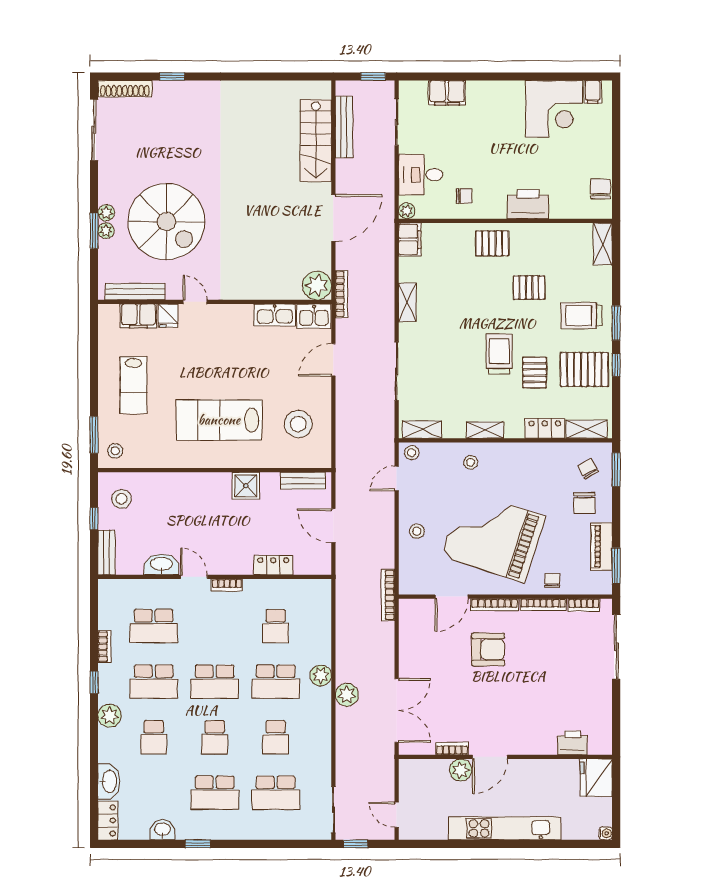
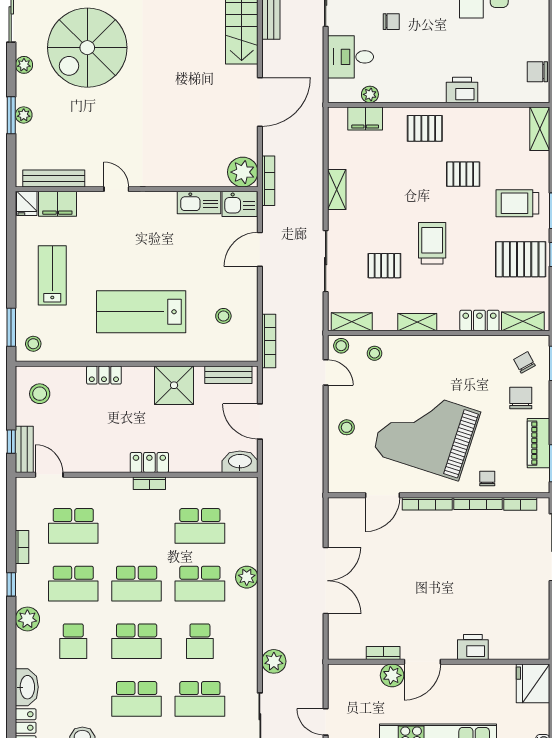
chair: (600, 189) -> (537, 72), turned -90
chair: (464, 196) -> (391, 22), moved
printer: (528, 204) -> (462, 90), width x0.73, depth x0.84
plant: (407, 211) -> (370, 94), moved
plant: (106, 213) -> (24, 65), moved
spiral stairs: (166, 222) -> (87, 48), moved, turned 90
filing cabinet: (410, 240) -> (365, 118), moved, turned 90
fridge: (168, 316) -> (27, 203), moved
pallet: (535, 373) -> (384, 266), moved, turned 90
lab bench: (134, 385) -> (52, 275), turned 180
stool: (298, 424) -> (223, 316), width x0.53, depth x0.53
stool: (471, 462) -> (374, 353), moved
door: (397, 478) -> (326, 372), swing flipped
locker: (183, 481) -> (104, 375), added
shower: (246, 486) -> (174, 385), width x1.36, depth x1.36
chair: (584, 503) -> (521, 398), turned 180
window: (94, 519) -> (11, 442), moved
washbasin: (161, 564) -> (240, 462), moved
locker: (273, 565) -> (149, 463), moved
door: (194, 577) -> (49, 475), moved
bookcase: (388, 595) -> (269, 341), moved, turned 180
school desk: (276, 626) -> (200, 526), width x1.85
armchair: (488, 649) -> (421, 550), removed
plant: (347, 695) -> (274, 661), moved
double door: (397, 710) -> (326, 581), moved
school desk: (215, 737) -> (137, 641), width x1.85
printer: (572, 743) -> (473, 647), moved

